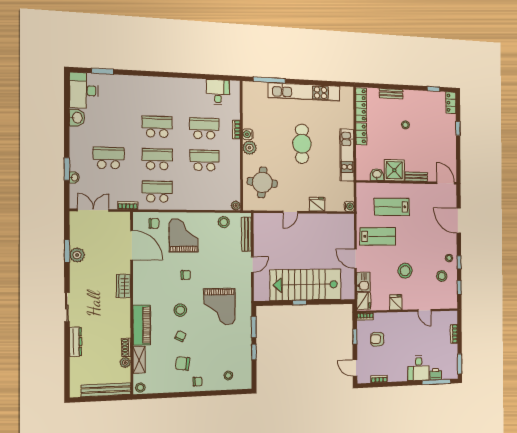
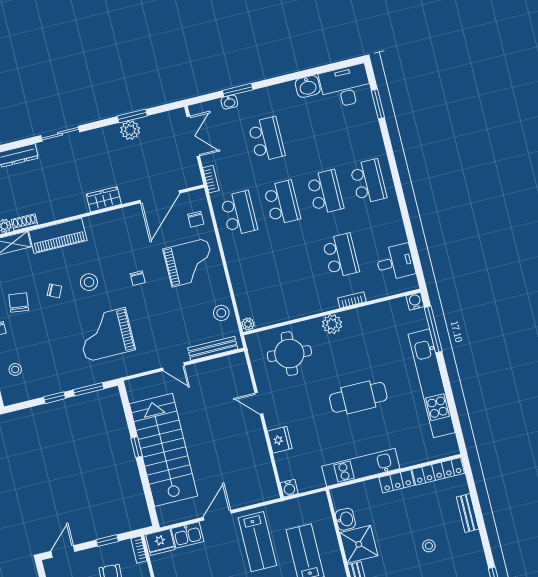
water cooler: (248, 134) -> (415, 301), moved
school desk: (204, 160) -> (368, 181), moved

